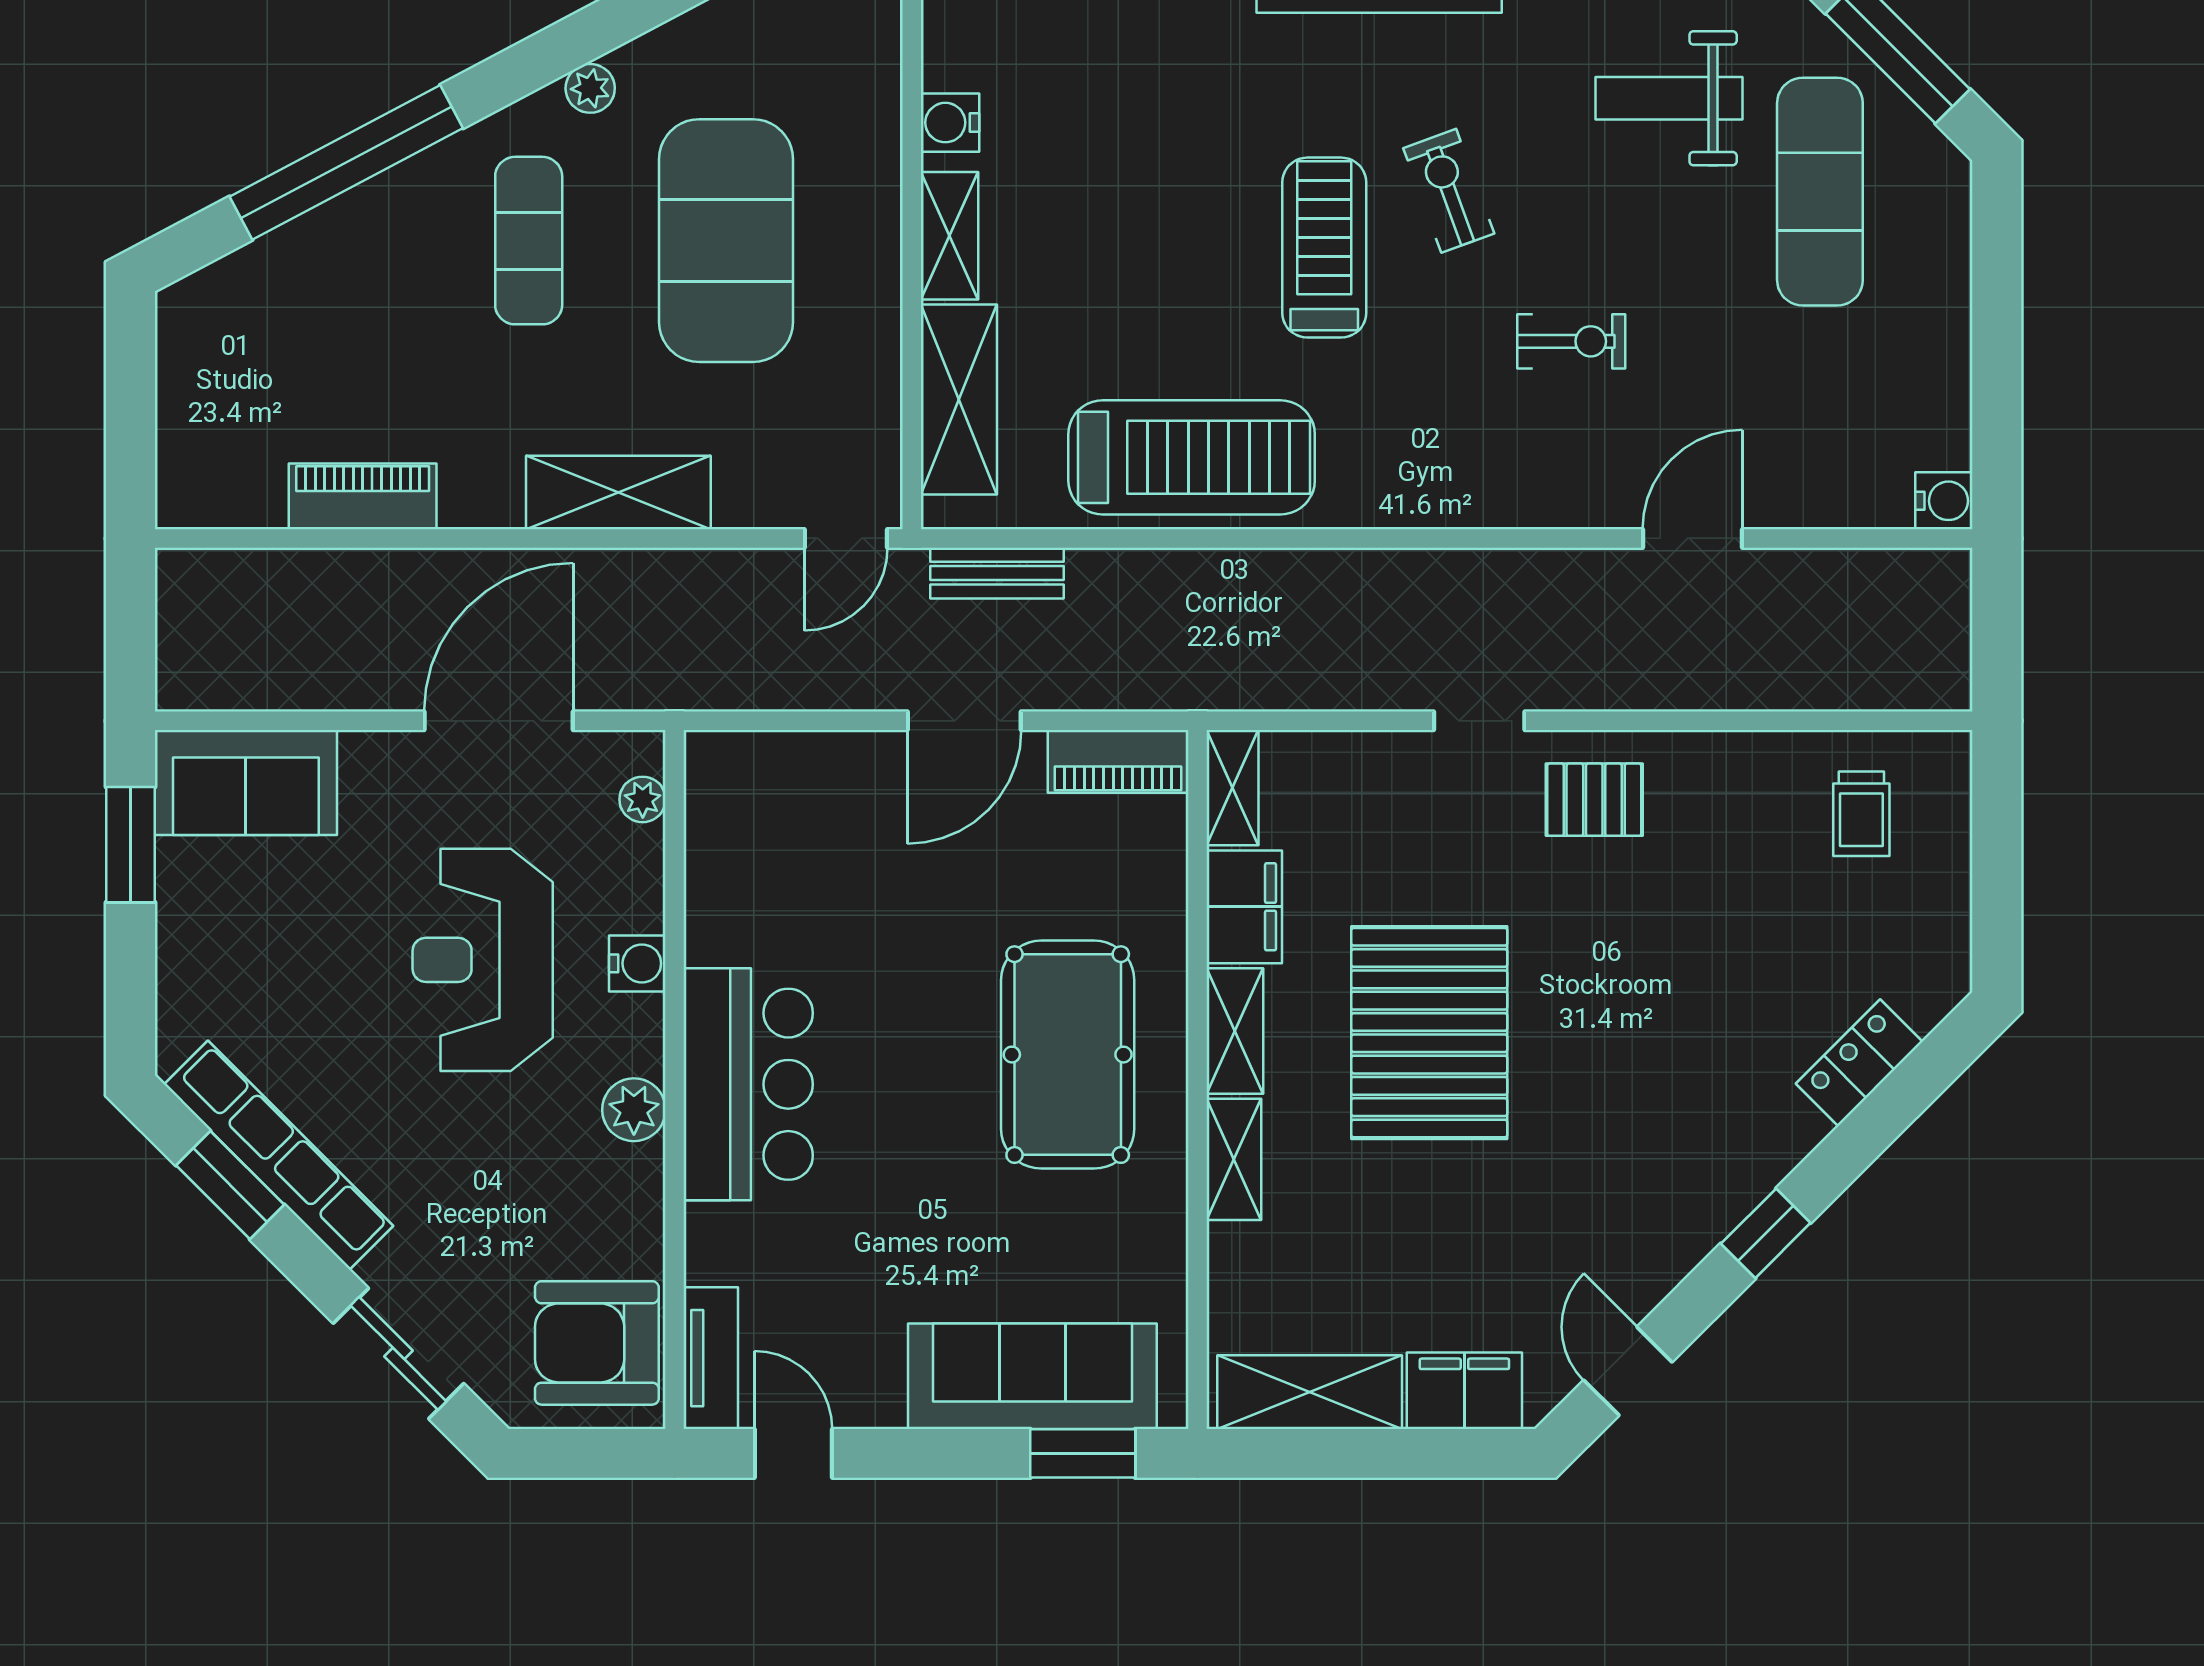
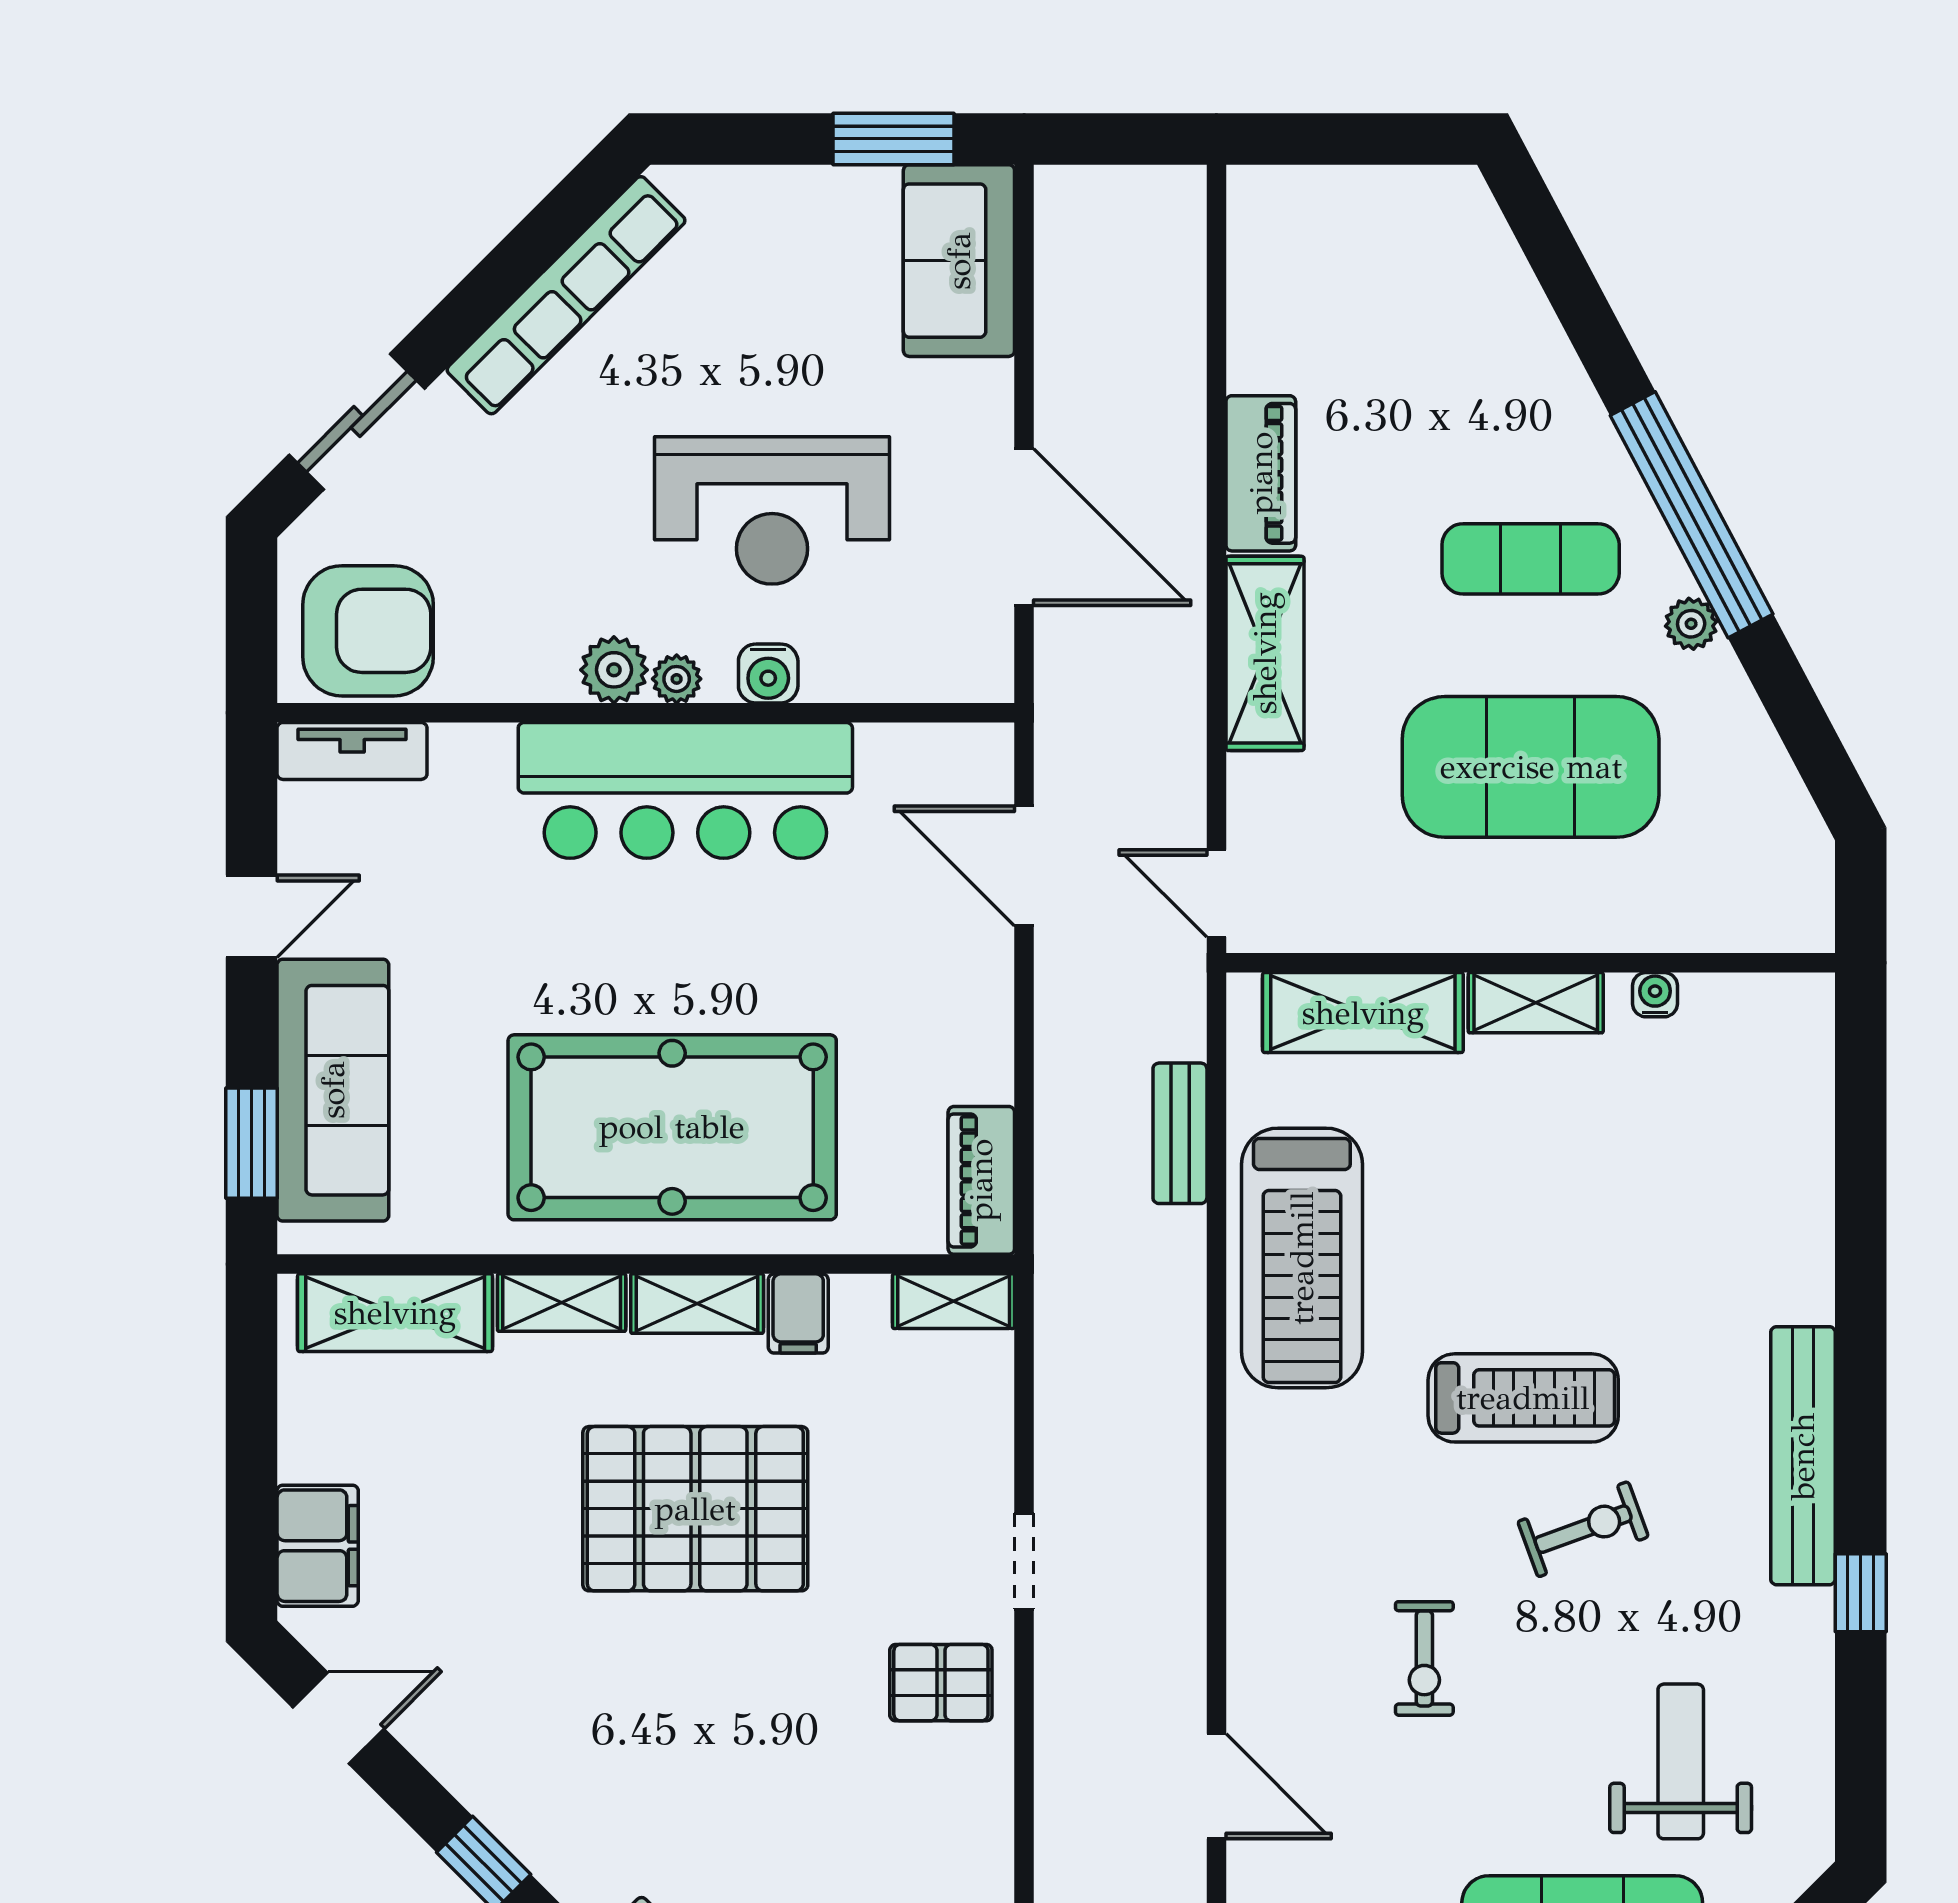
water cooler: (950, 123) -> (1655, 995), width x0.72, depth x0.72
window: (346, 162) -> (1692, 515), moved
piano: (363, 496) -> (1261, 473), moved
bench: (997, 573) -> (1180, 1133), moved
door: (964, 721) -> (1024, 866), moved
plant: (643, 799) -> (677, 679), moved
pallet: (1594, 800) -> (941, 1683), turned 90
filing cabinet: (1244, 907) -> (798, 1313), width x0.50
reception desk: (483, 960) -> (772, 510), turned 180
pool table: (1068, 1055) -> (672, 1127), width x1.36, depth x1.32
bar counter: (748, 1084) -> (685, 790), width x1.36
window: (230, 1185) -> (535, 244), removed
armchair: (597, 1343) -> (368, 631), turned 90
shelving: (1310, 1392) -> (395, 1313), moved, turned 90
door: (793, 1453) -> (252, 916), moved

